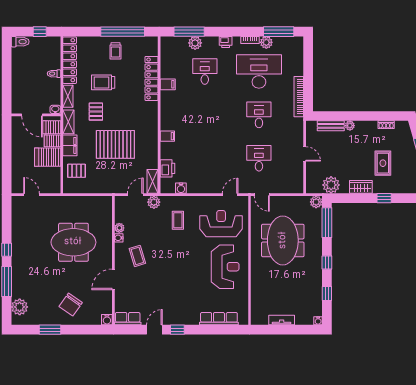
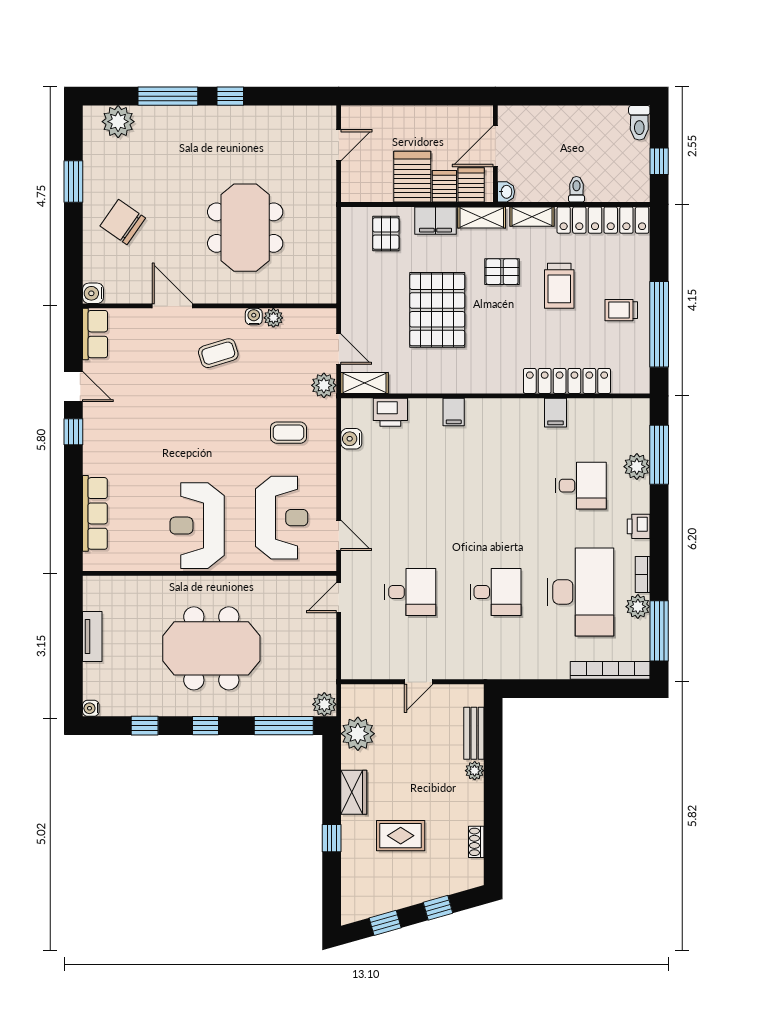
trolley: (103, 82) -> (559, 286), turned 180
bookcase: (299, 97) -> (610, 670), moved
meeting table: (283, 240) -> (211, 648), moved
reception desk: (225, 267) -> (197, 526), turned 90

